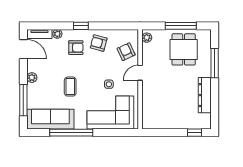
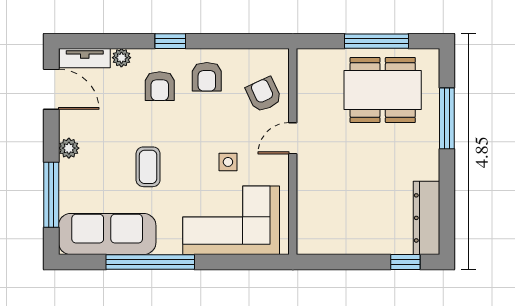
plant: (147, 38) -> (306, 66), removed
armchair: (99, 43) -> (207, 77), turned -105
armchair: (76, 48) -> (160, 86), turned 90
dining table: (184, 49) -> (383, 90), width x1.37
dresser: (205, 95) -> (427, 218), moved

